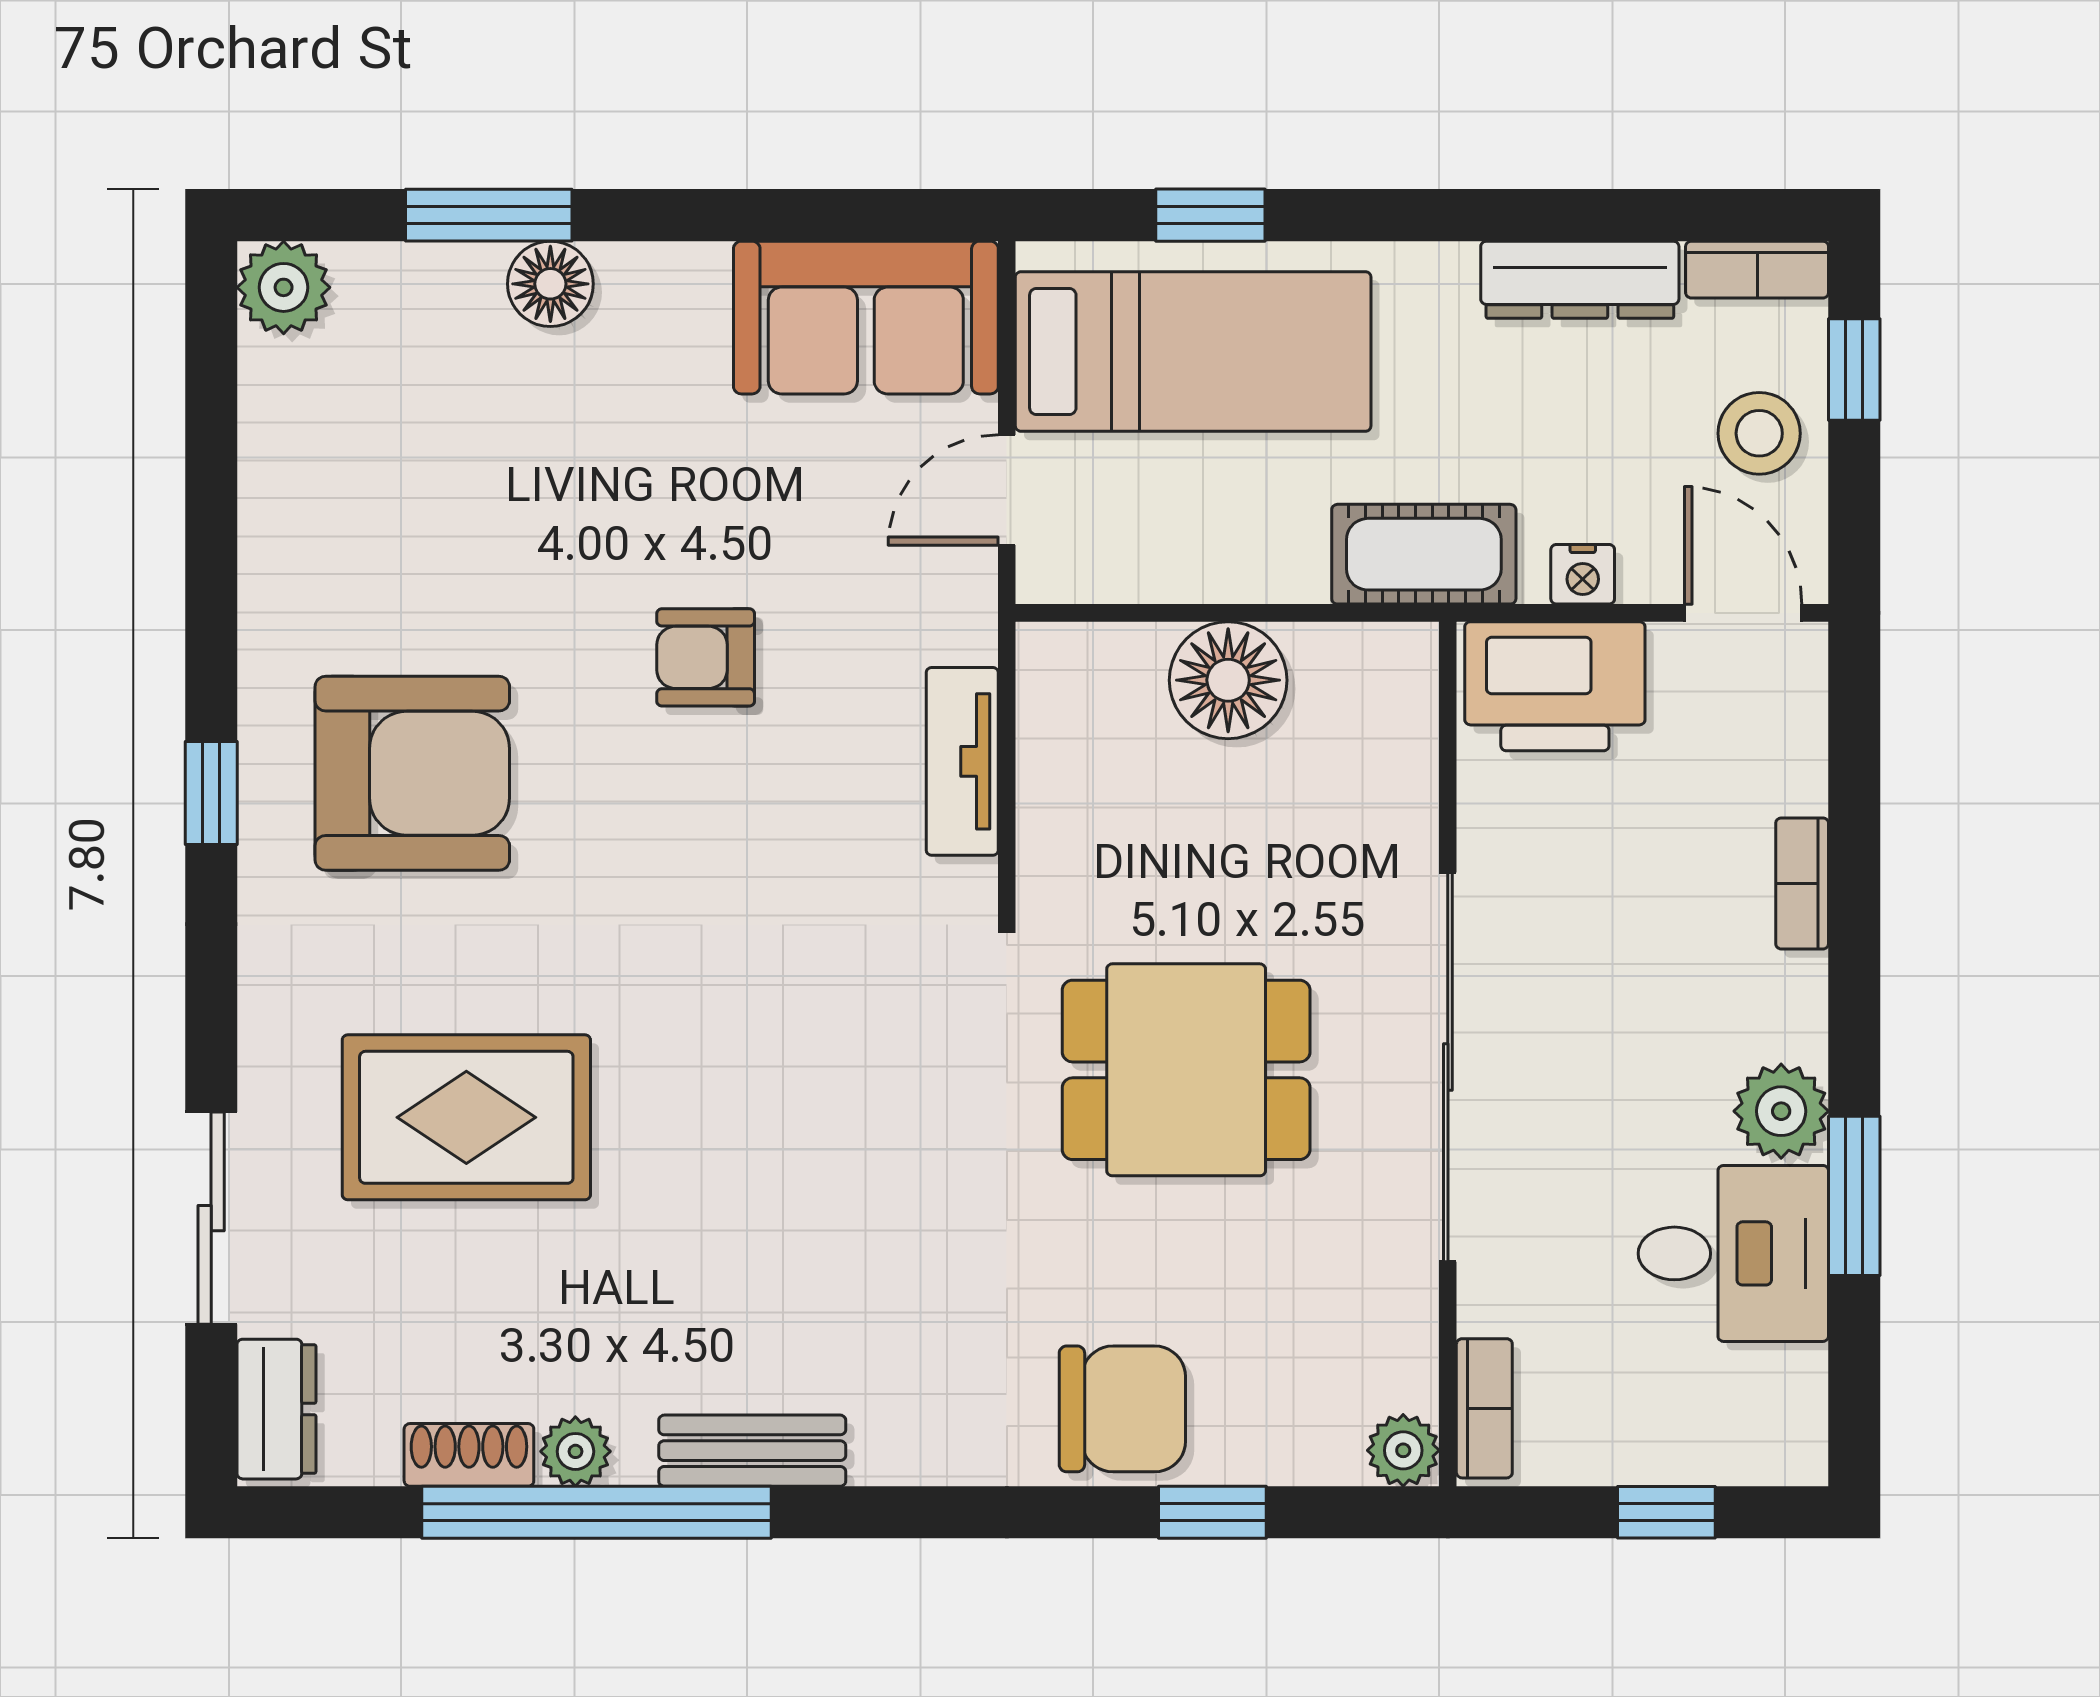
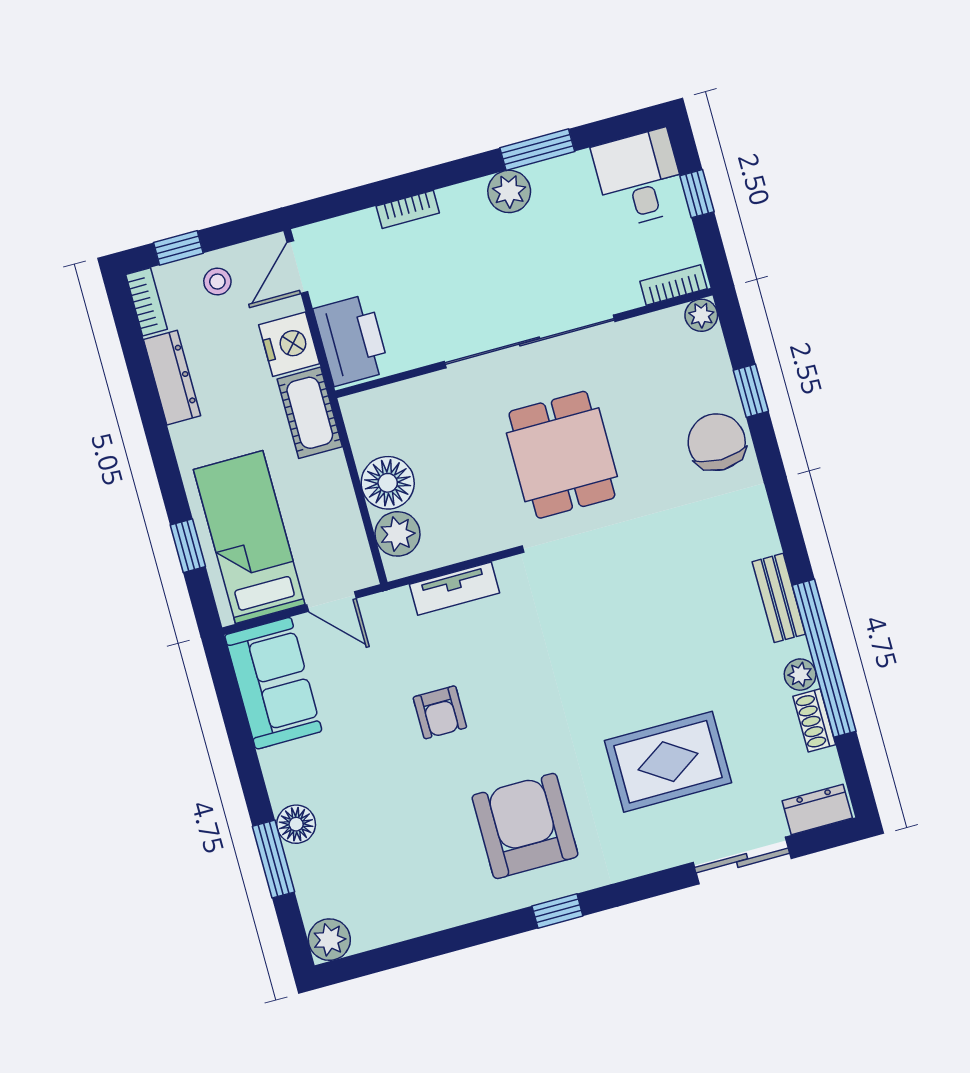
stool: (1759, 433) -> (217, 282), width x0.73, depth x0.73
nightstand: (1583, 574) -> (289, 344), width x1.89, depth x1.79
plant: (1113, 671) -> (397, 534), added
rug: (466, 1117) -> (668, 762), turned 90
desk: (1733, 1253) -> (639, 178), moved

